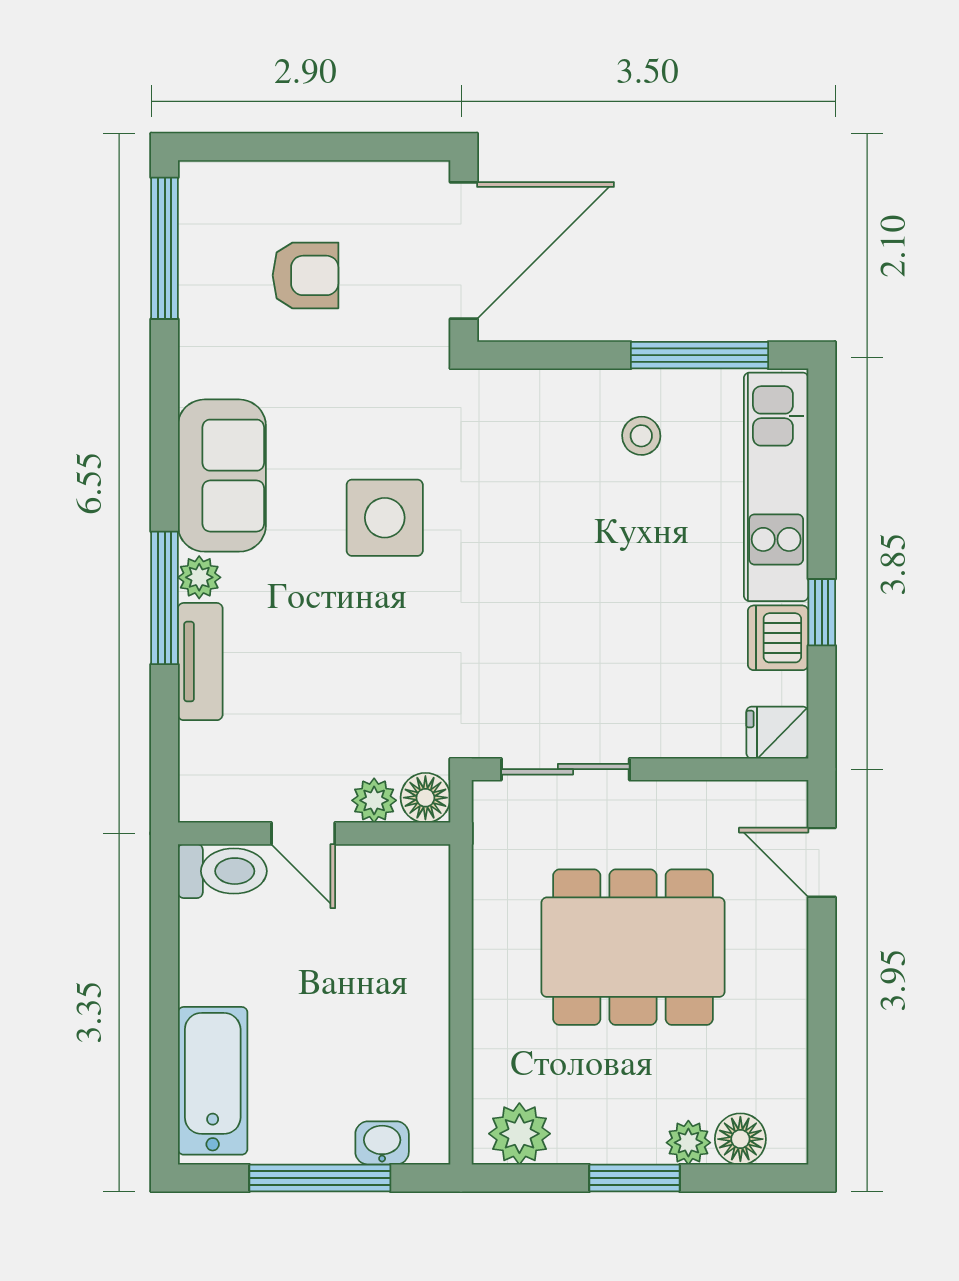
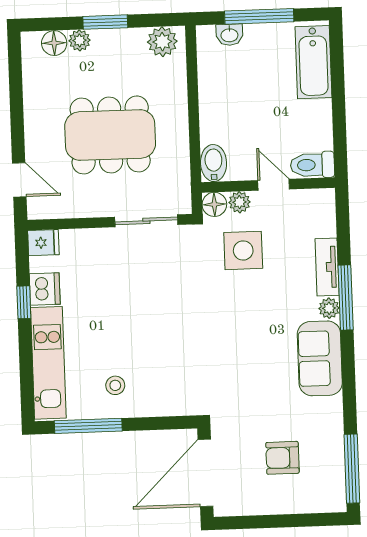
side table: (385, 518) -> (243, 250), moved
bidet: (424, 882) -> (214, 163), added

